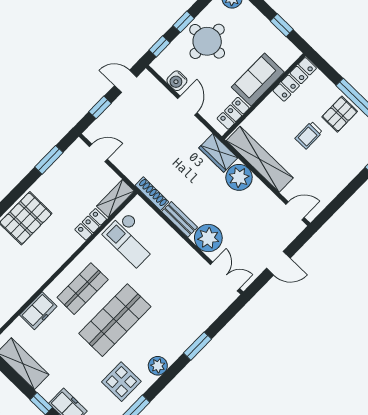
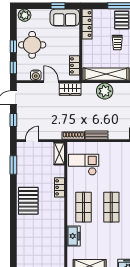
sofa: (258, 80) -> (65, 17), moved, turned -90
wardrobe: (218, 153) -> (70, 89), moved
locker: (91, 224) -> (60, 187), moved
plant: (208, 238) -> (117, 131), removed
checkout: (131, 239) -> (84, 165), turned 180
shop shelf: (115, 320) -> (111, 207), width x0.70, depth x0.74

